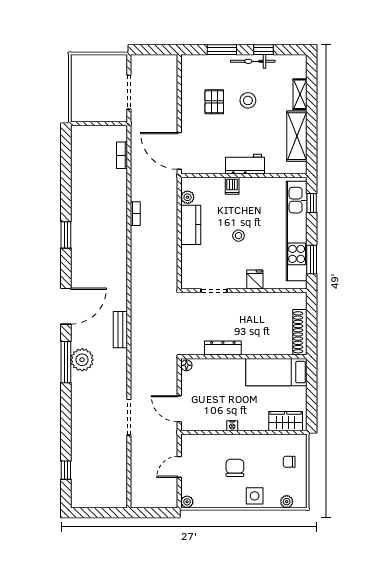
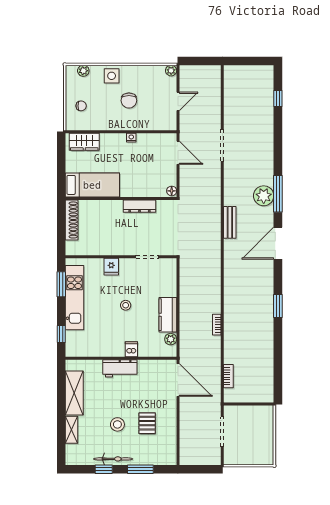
kitchen unit: (297, 231) -> (74, 298), width x0.73

